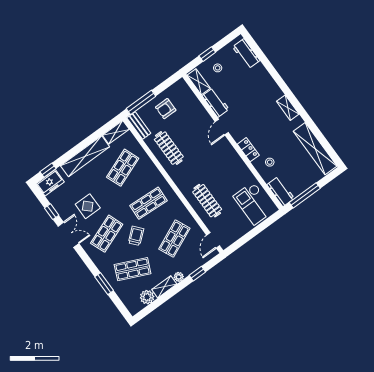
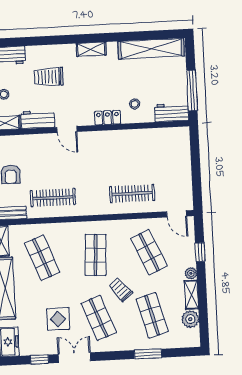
trolley: (250, 91) -> (49, 77), added
checkout: (254, 203) -> (166, 148), removed
shop shelf: (133, 269) -> (152, 315), turned -39

